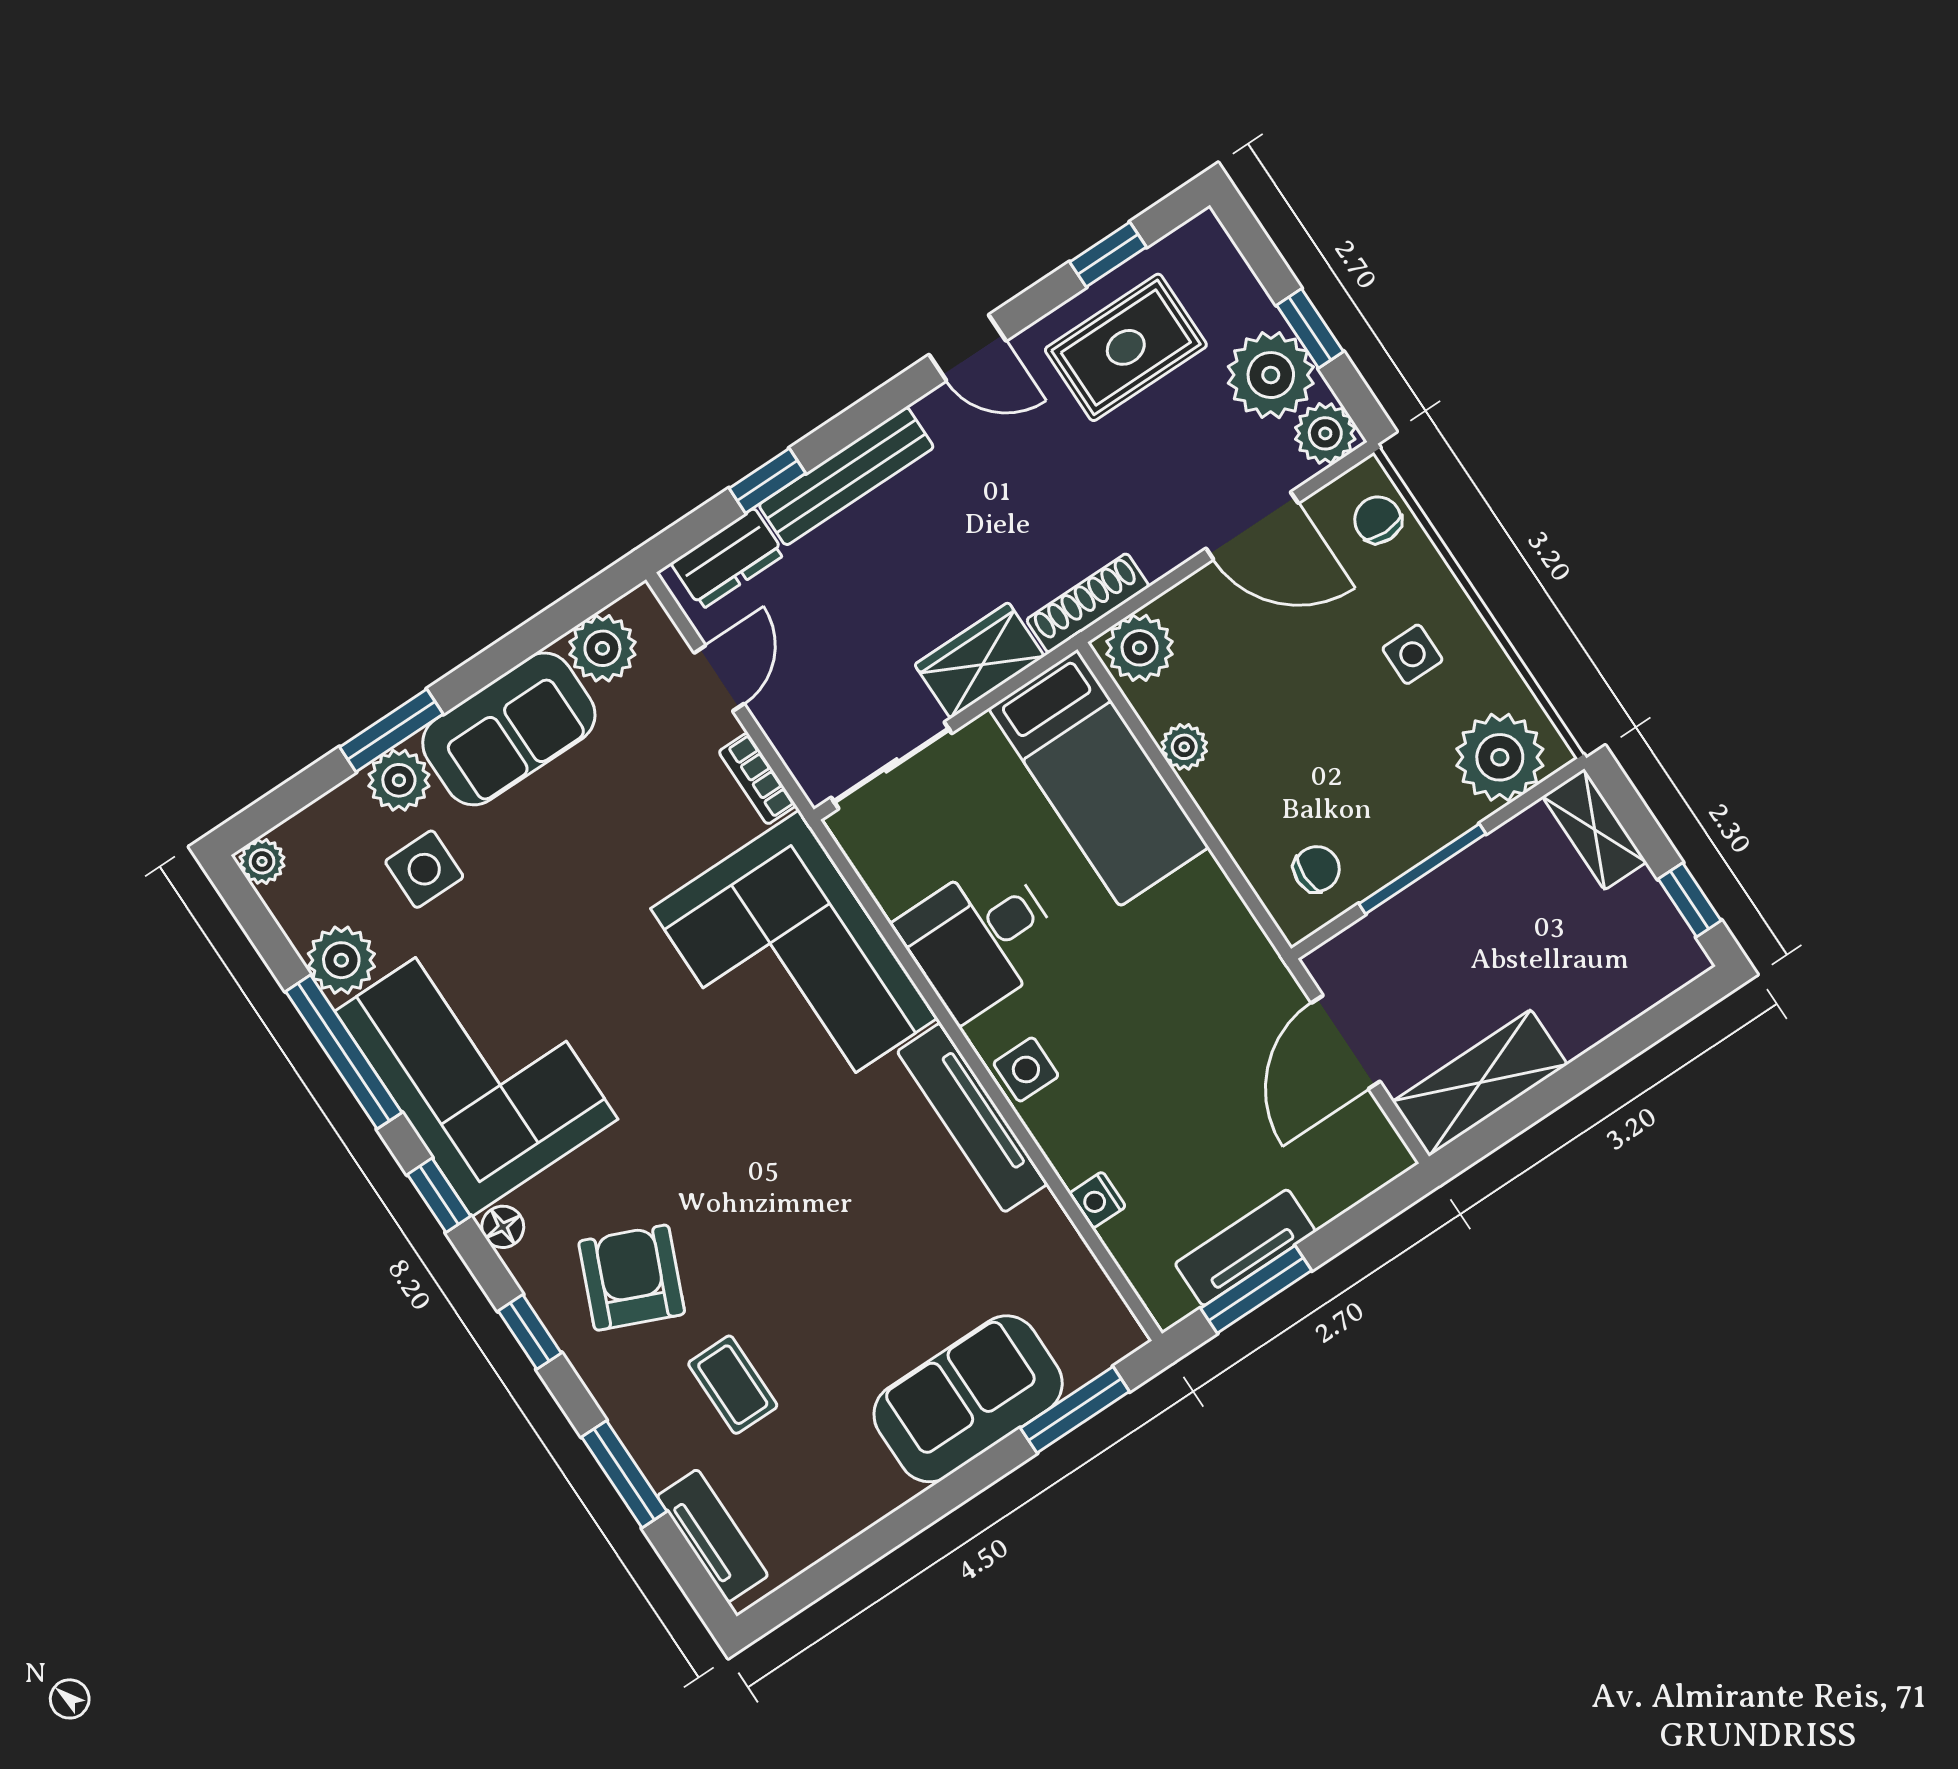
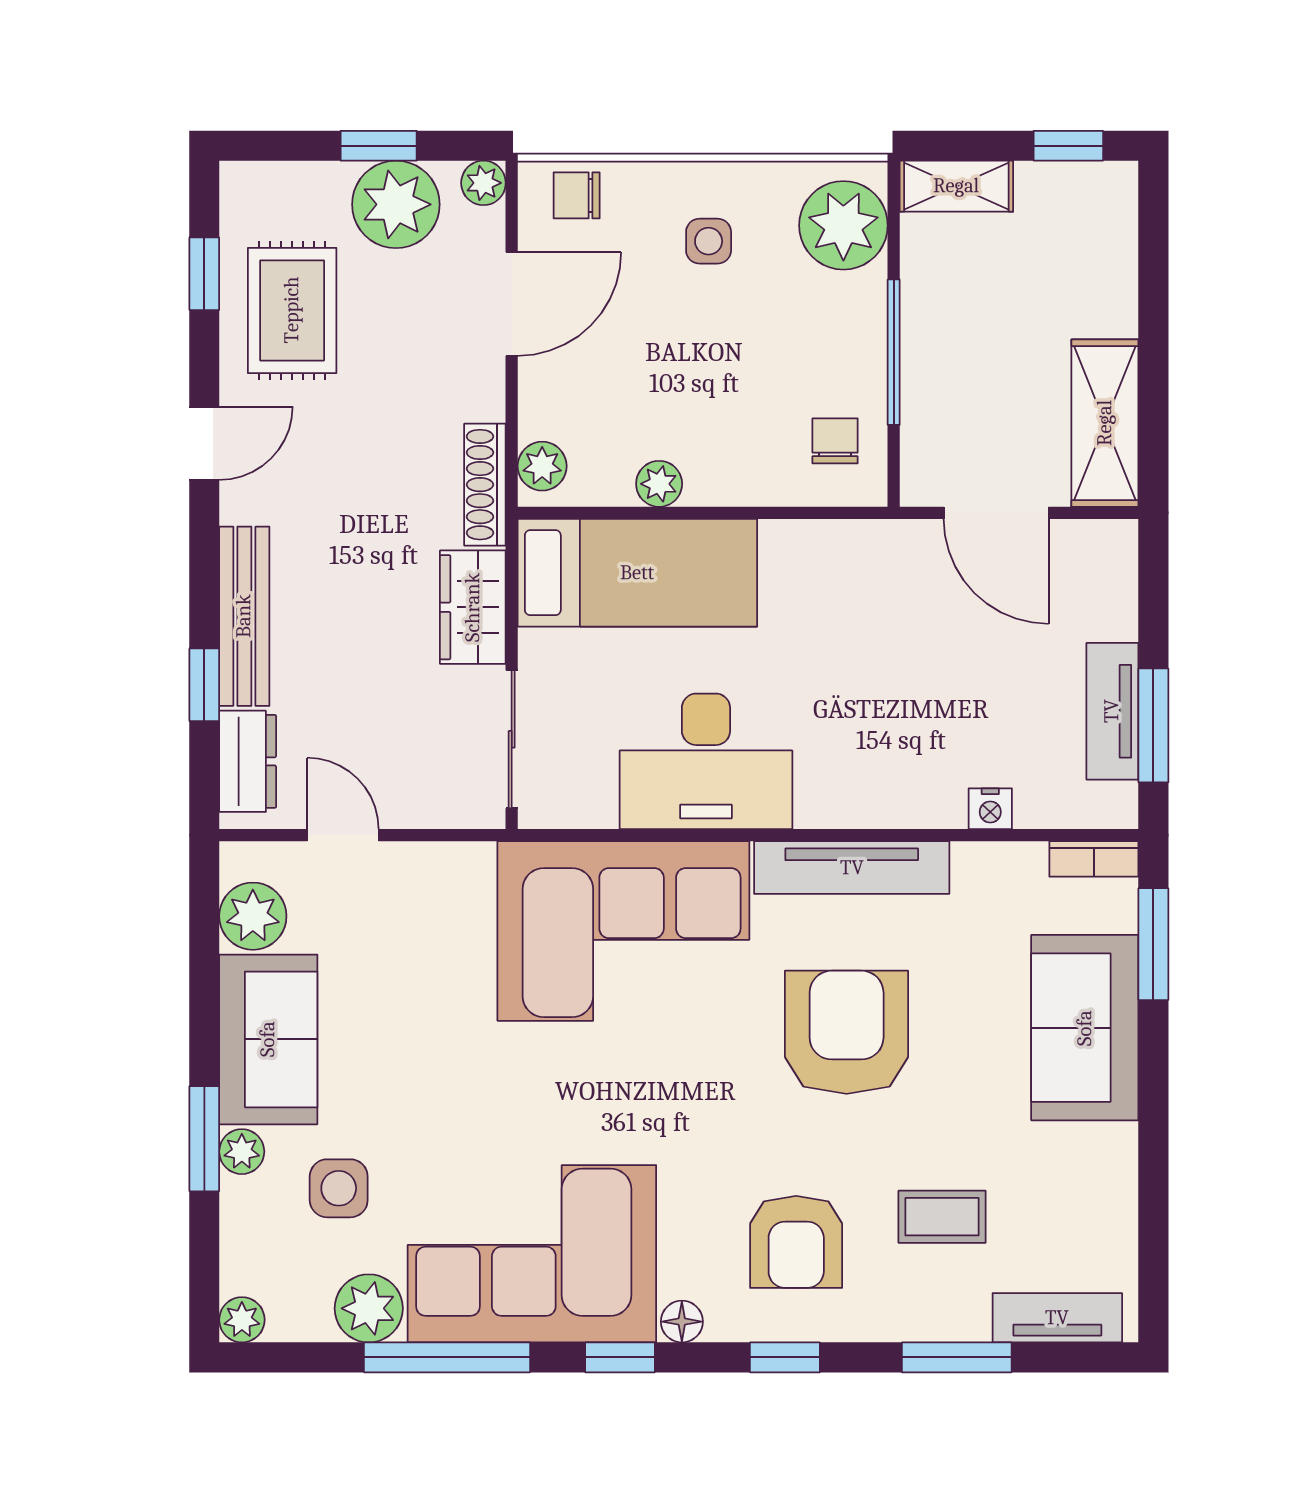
plant: (1325, 433) -> (483, 183), width x0.73, depth x0.73
plant: (1140, 648) -> (542, 466), width x0.73, depth x0.73
bookcase: (757, 779) -> (1094, 859), moved
plant: (399, 780) -> (242, 1152), width x0.73, depth x0.73
desk: (980, 938) -> (706, 761), width x1.37
side table: (1026, 1069) -> (841, 796), removed
armchair: (833, 1204) -> (847, 1032), added
armchair: (632, 1278) -> (796, 1242), turned -113

